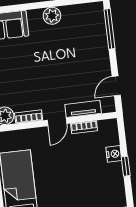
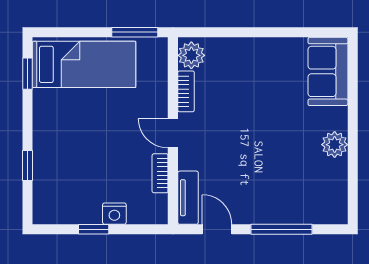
window: (110, 29) -> (281, 229), moved
tv unit: (83, 109) -> (188, 198), moved

